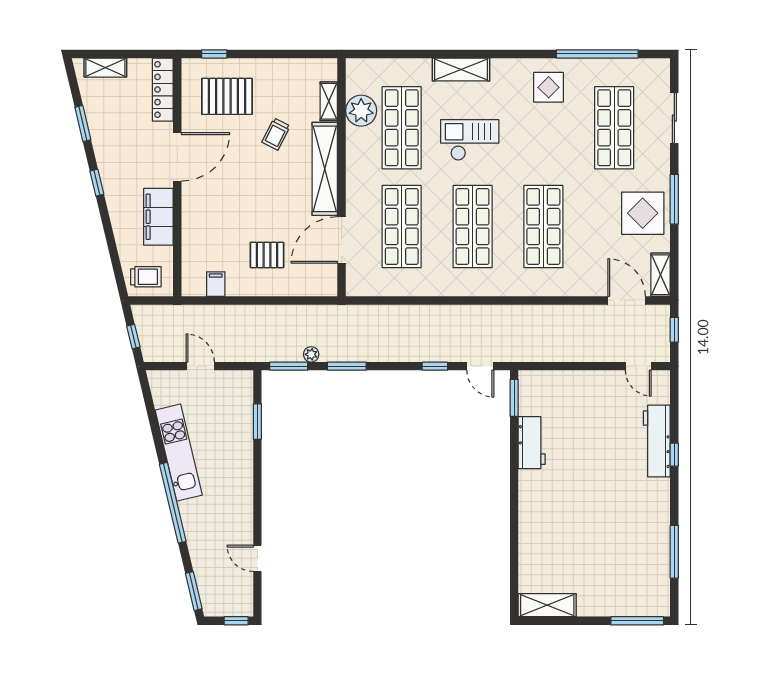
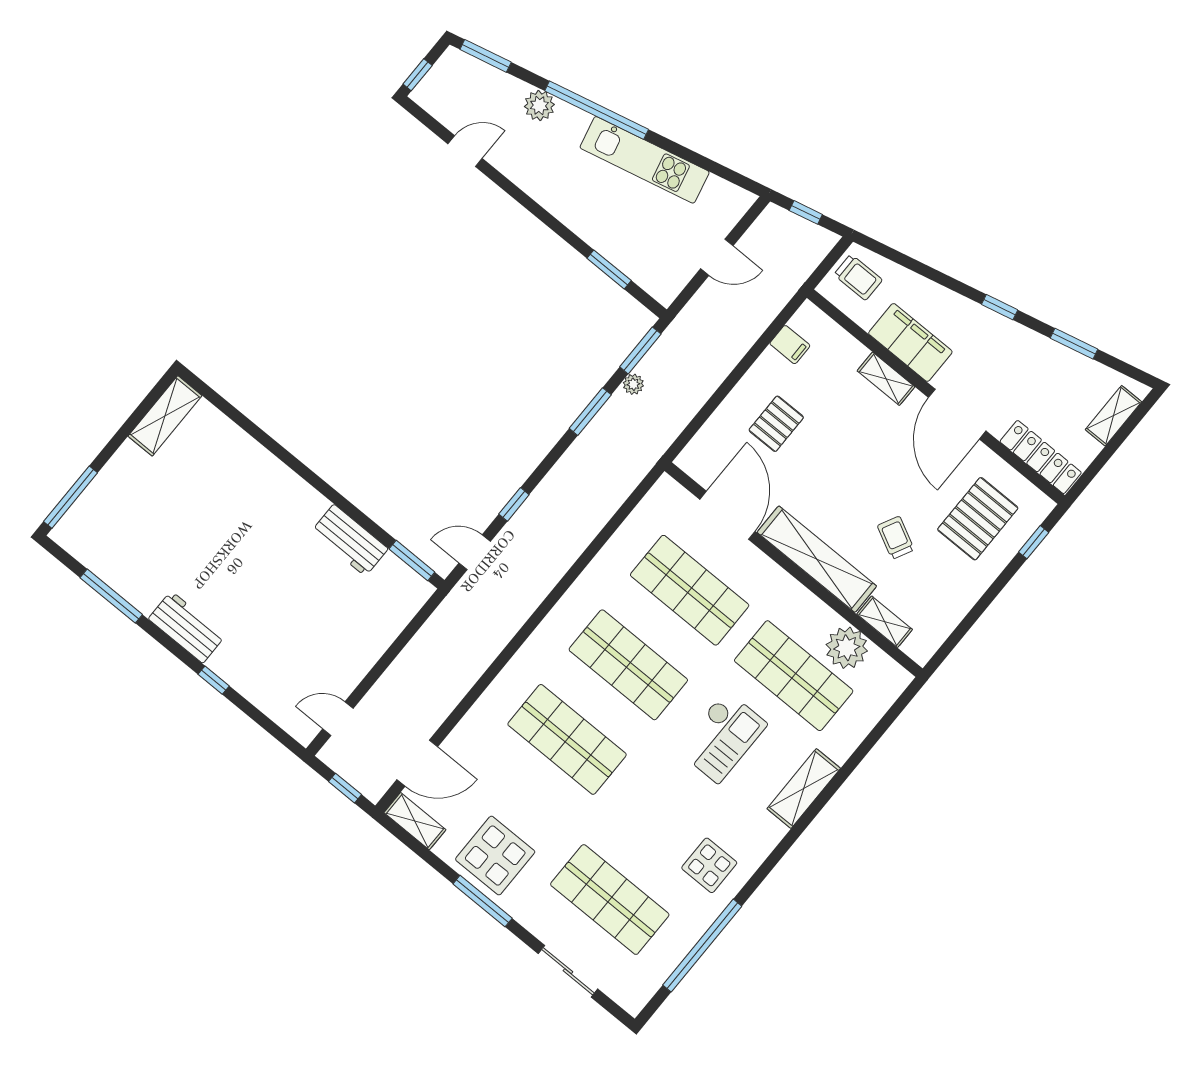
shelving: (190, 214) -> (886, 379), added
trolley: (146, 277) -> (858, 277), turned -90
workbench: (657, 441) -> (187, 627), moved, width x0.73
plant: (197, 537) -> (539, 106), added

